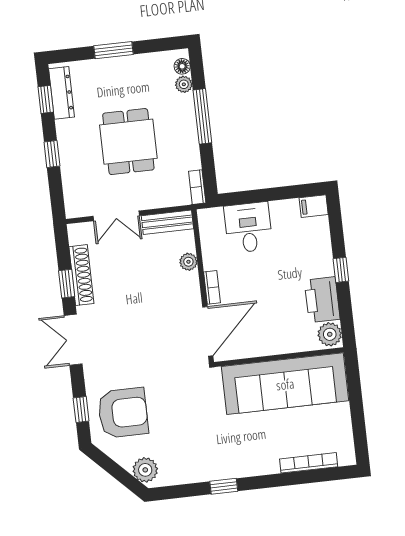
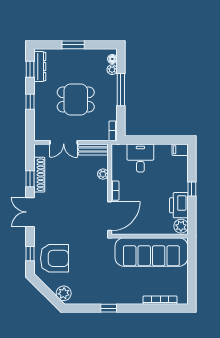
dining table: (128, 142) -> (76, 100), turned 90

